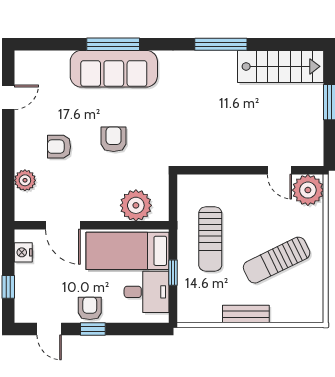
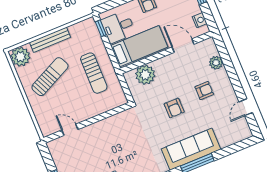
plant: (308, 190) -> (20, 57), moved
sun lounger: (210, 239) -> (94, 73), turned 180
window: (173, 273) -> (101, 28), moved
bench: (246, 314) -> (50, 40), width x1.36

